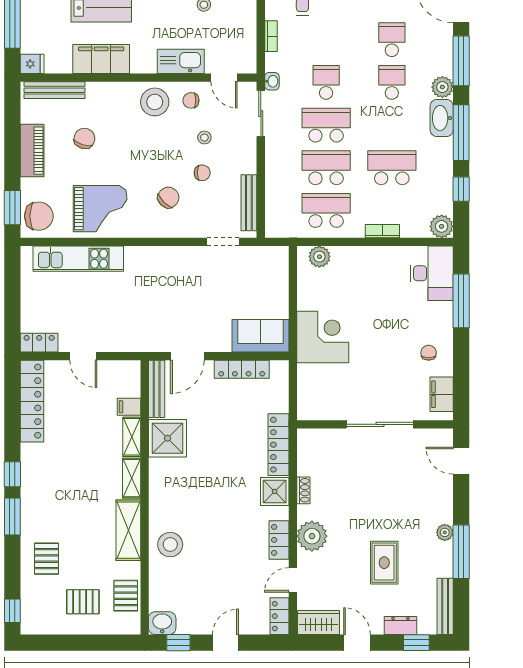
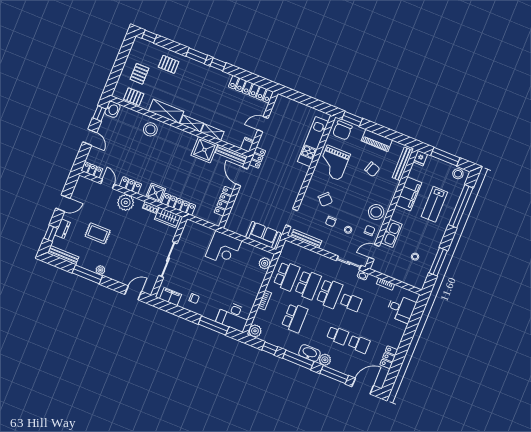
sofa: (260, 336) -> (263, 235), moved, turned -90
locker: (39, 343) -> (257, 158), moved
filing cabinet: (129, 407) -> (247, 145), moved
wardrobe: (318, 623) -> (167, 218), moved, turned 90

